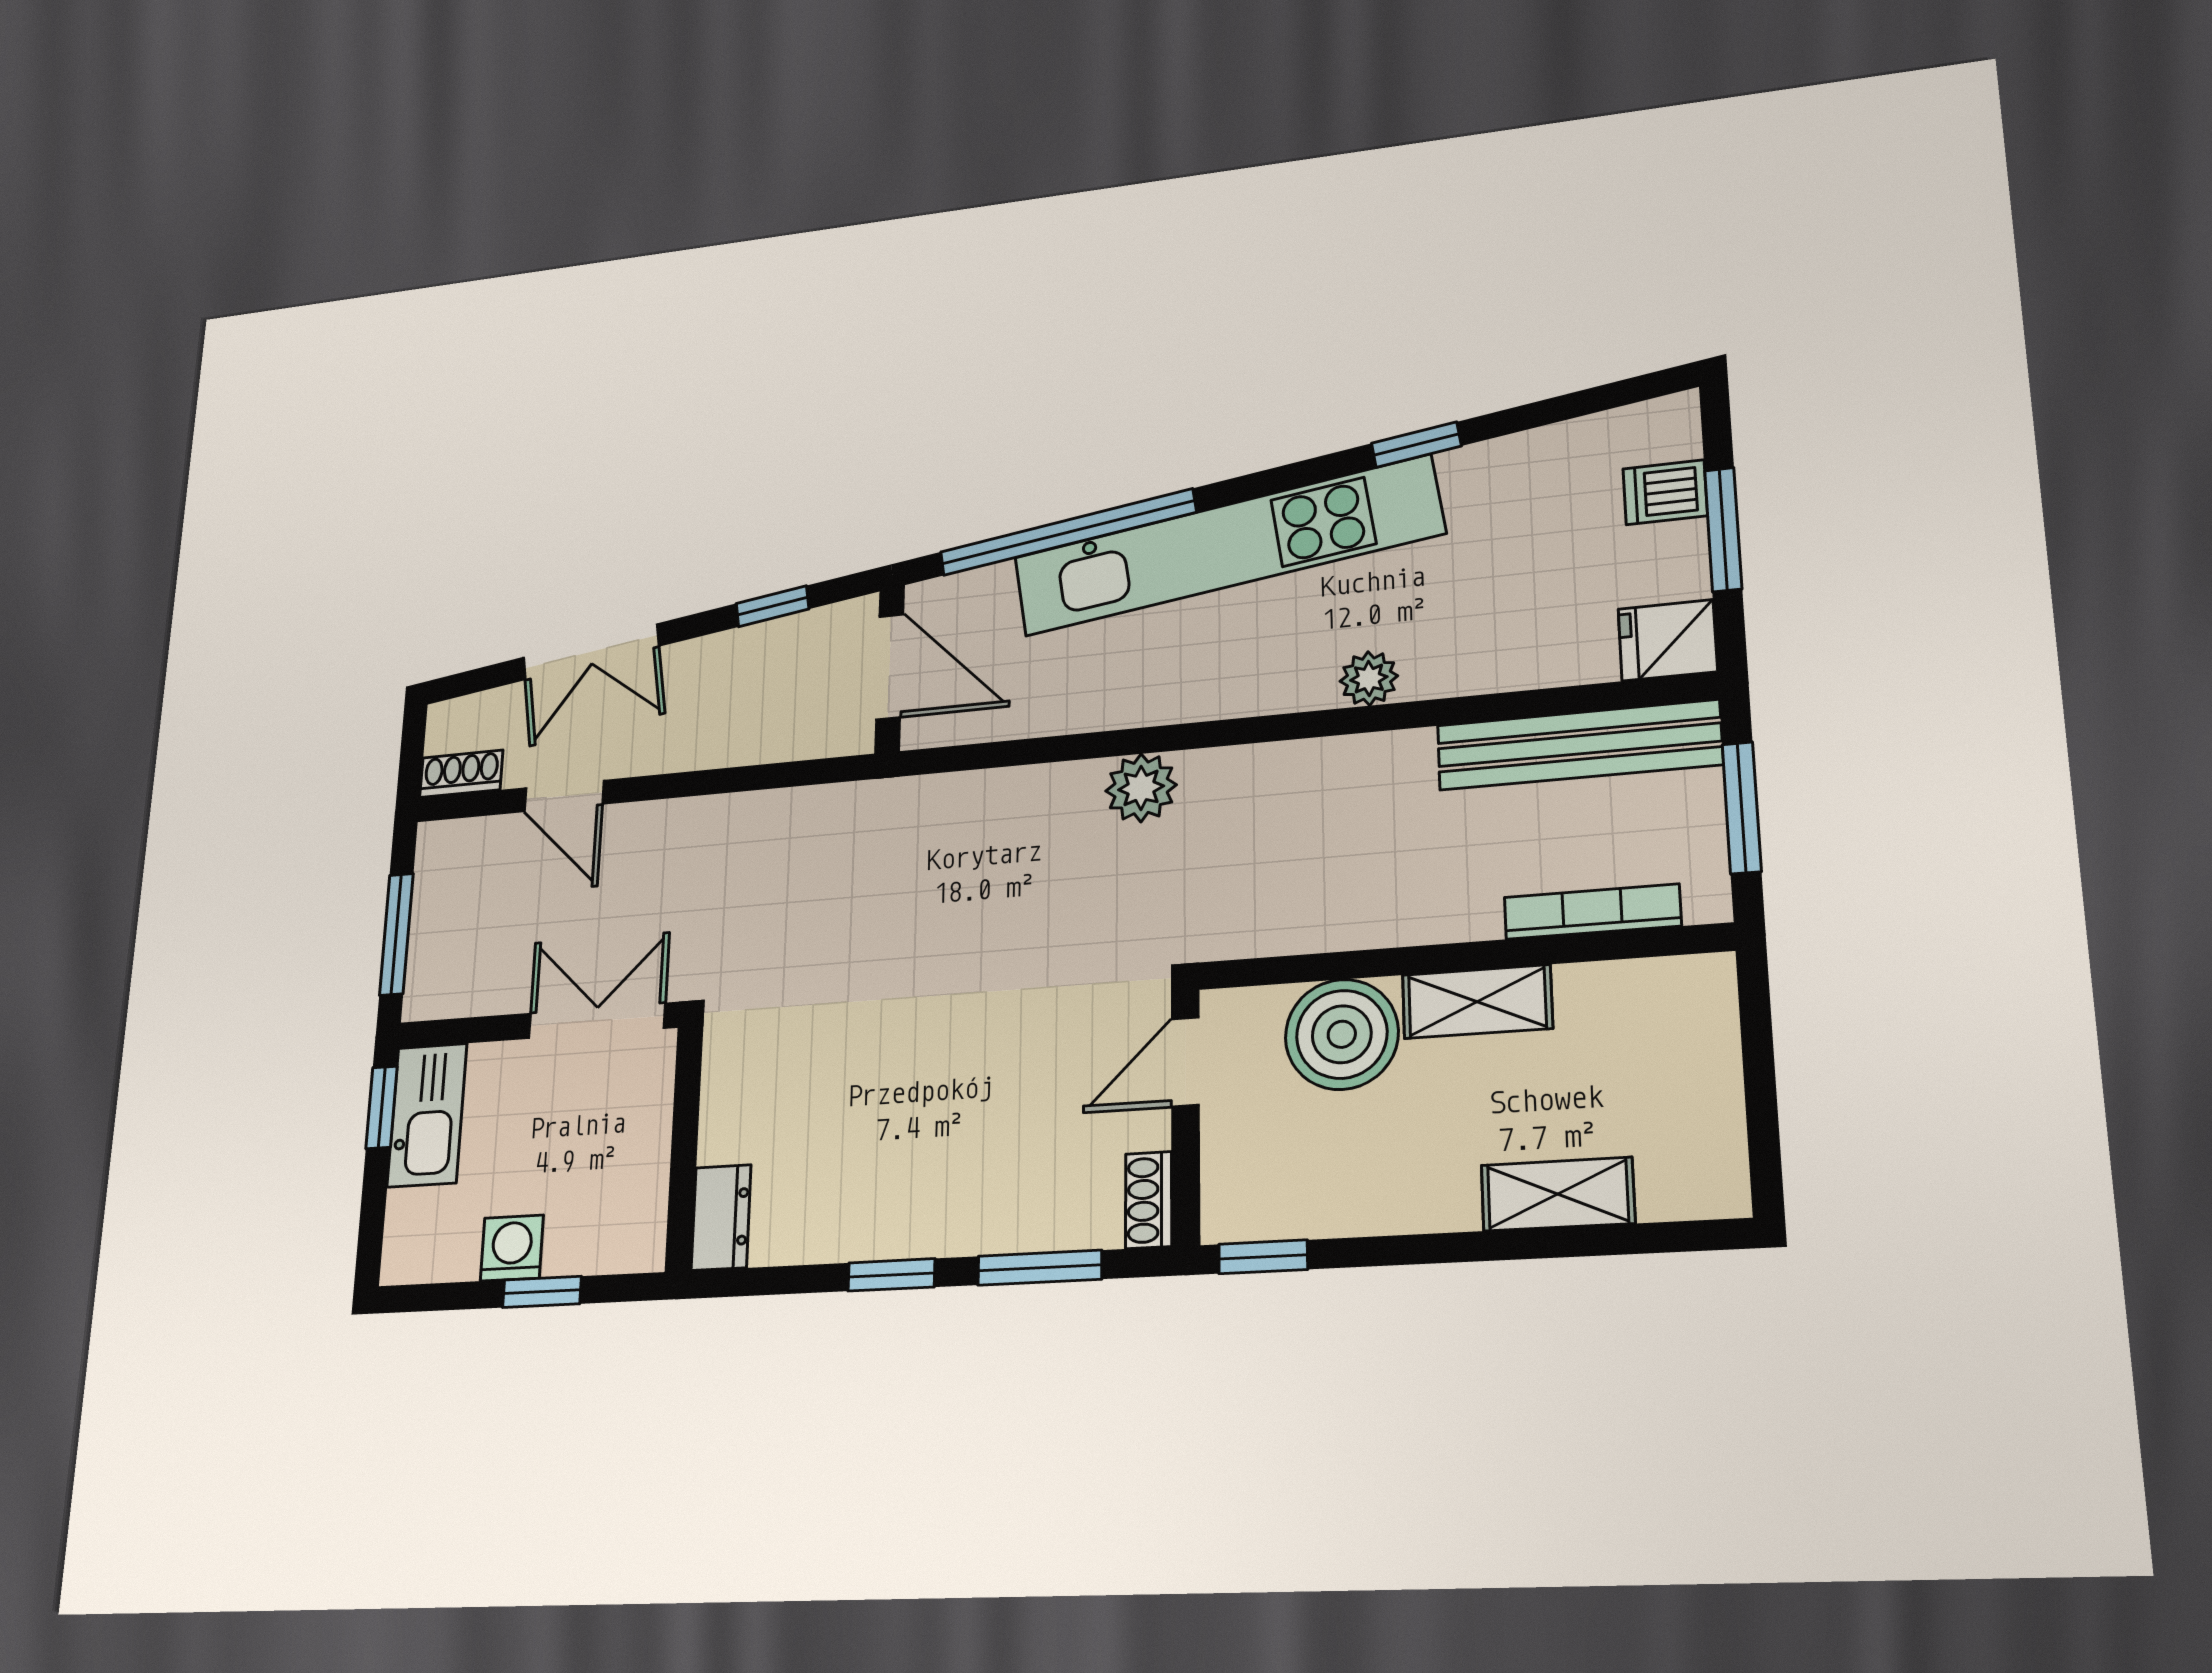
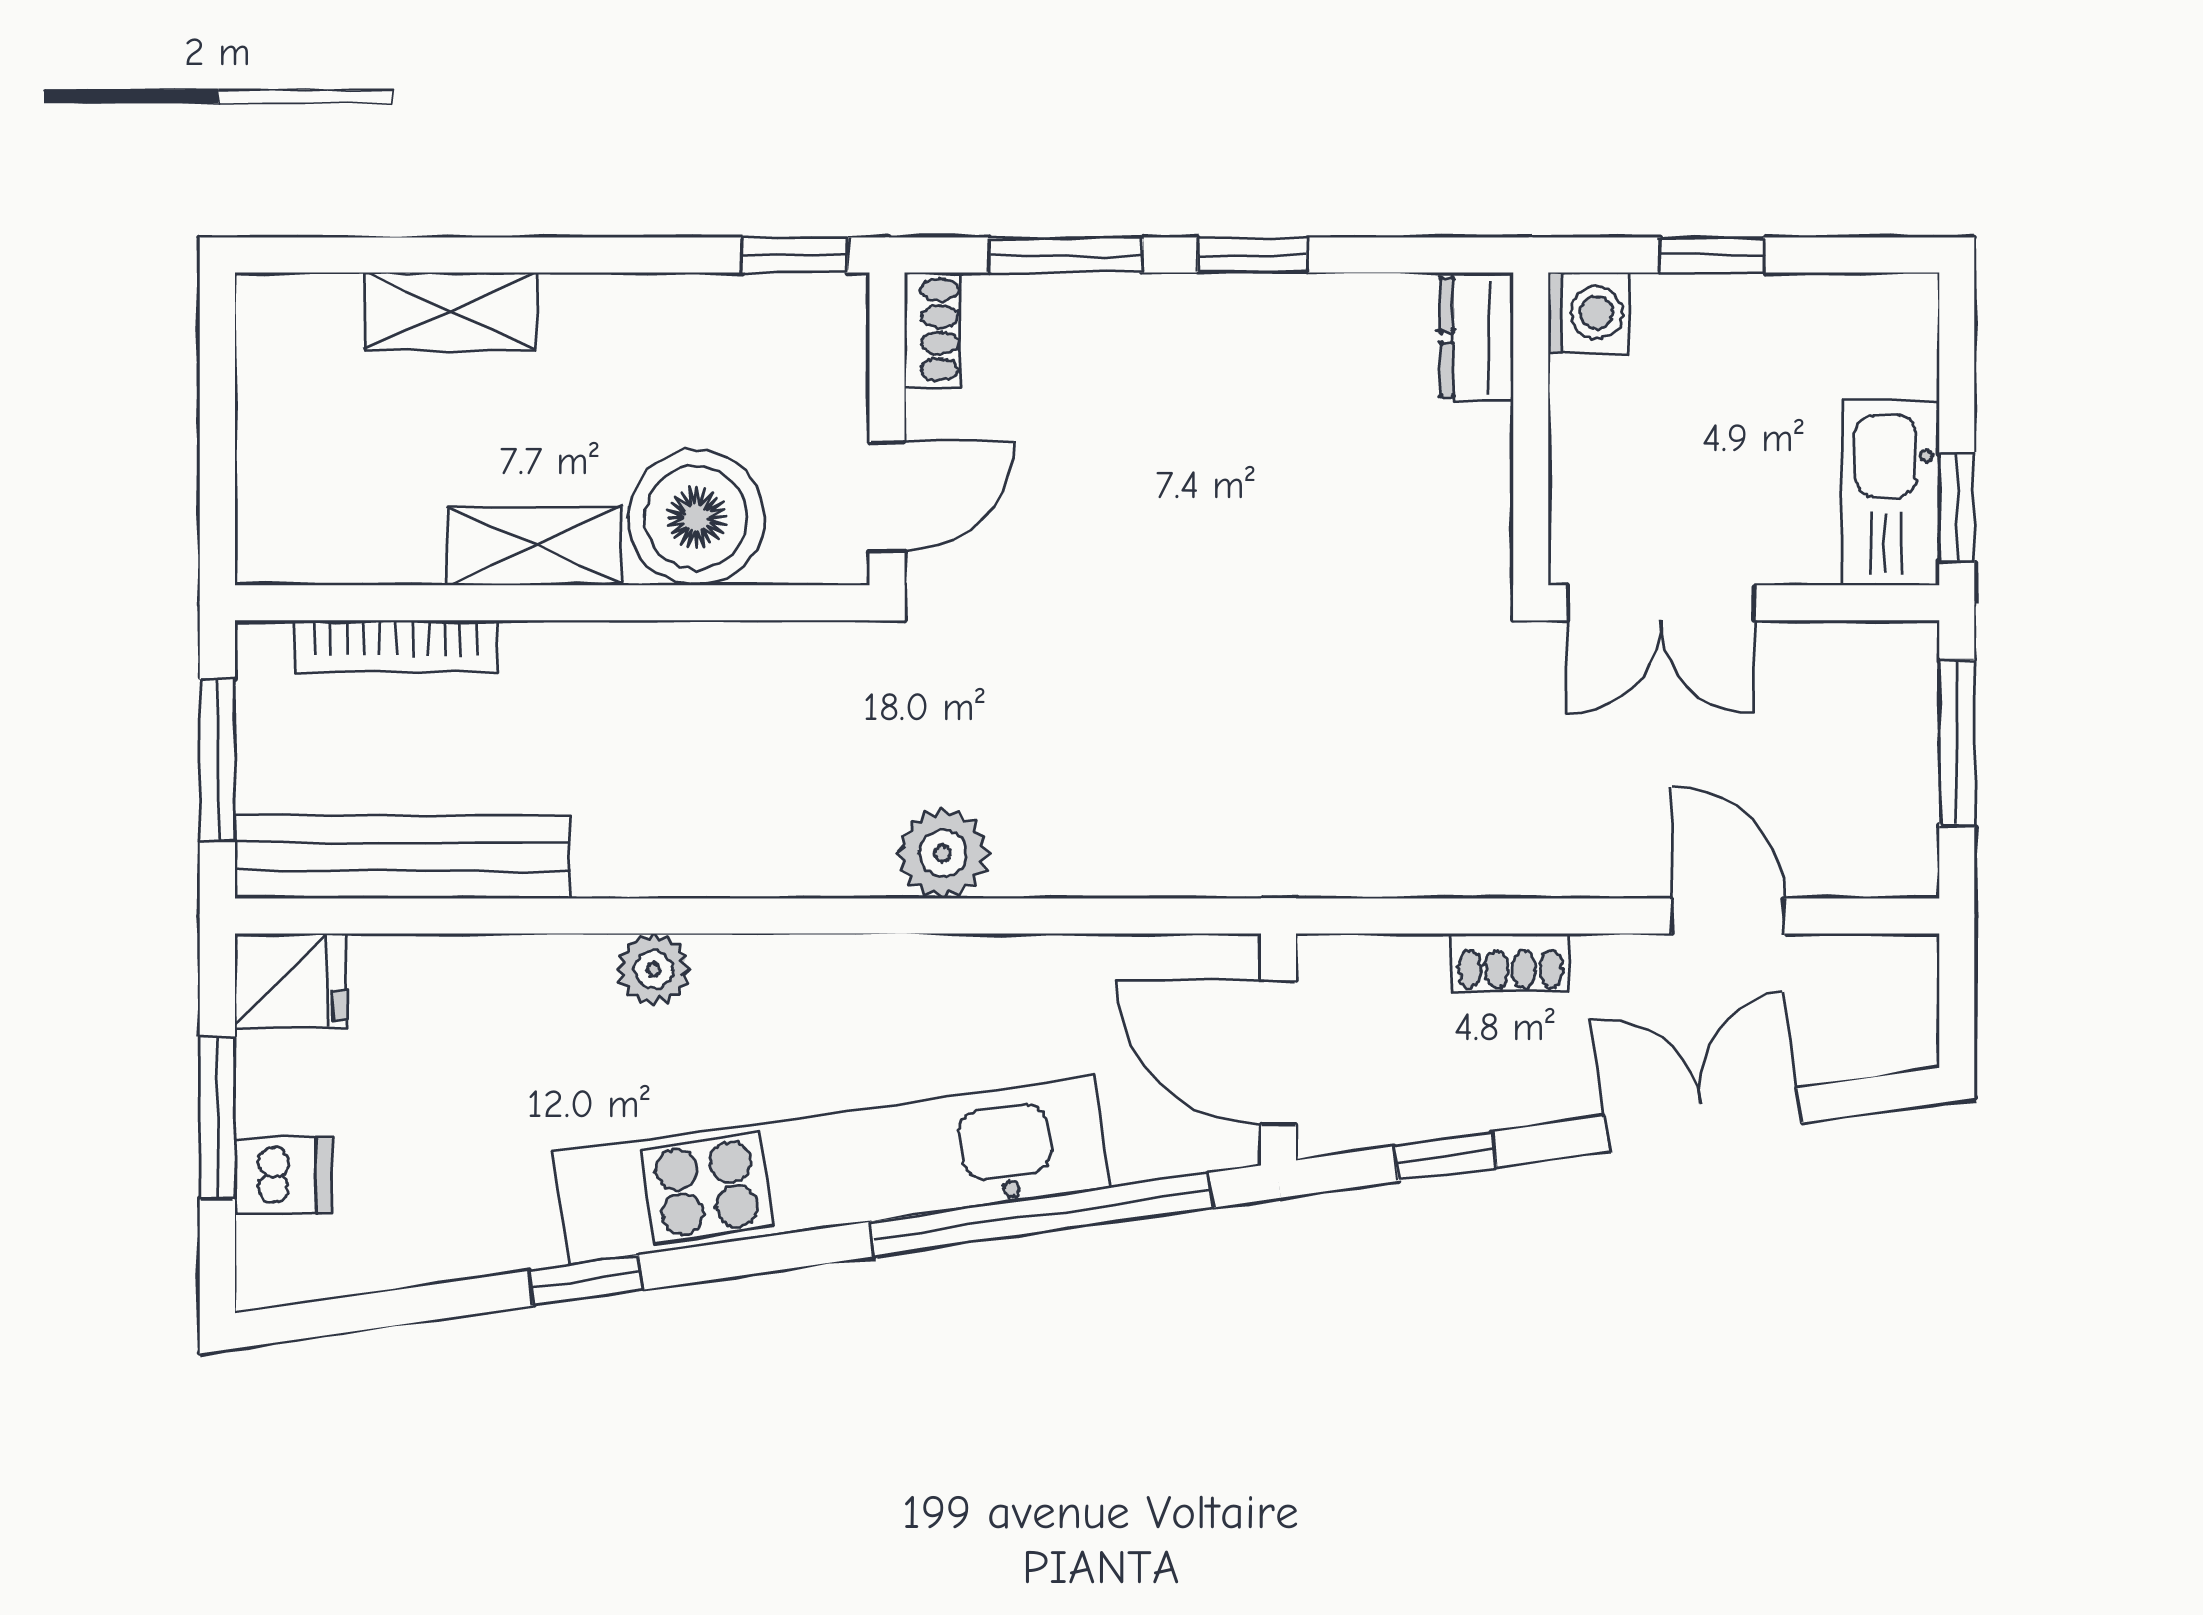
shoe rack: (461, 774) -> (1510, 962), moved
washing machine: (512, 1248) -> (1588, 313), moved, turned -90

